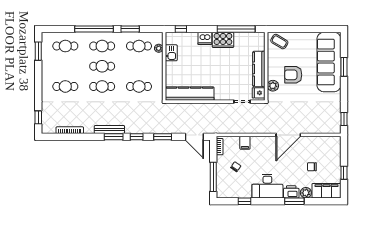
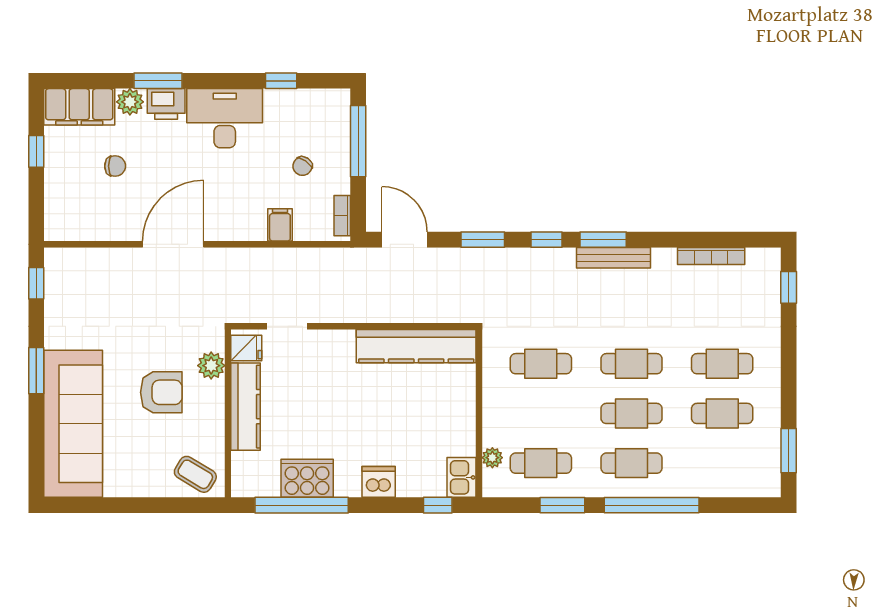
cooker: (223, 40) -> (307, 478), moved
cafe table: (65, 46) -> (722, 413), moved
kitchen sink: (171, 53) -> (462, 477), moved
window: (344, 67) -> (36, 371), moved

